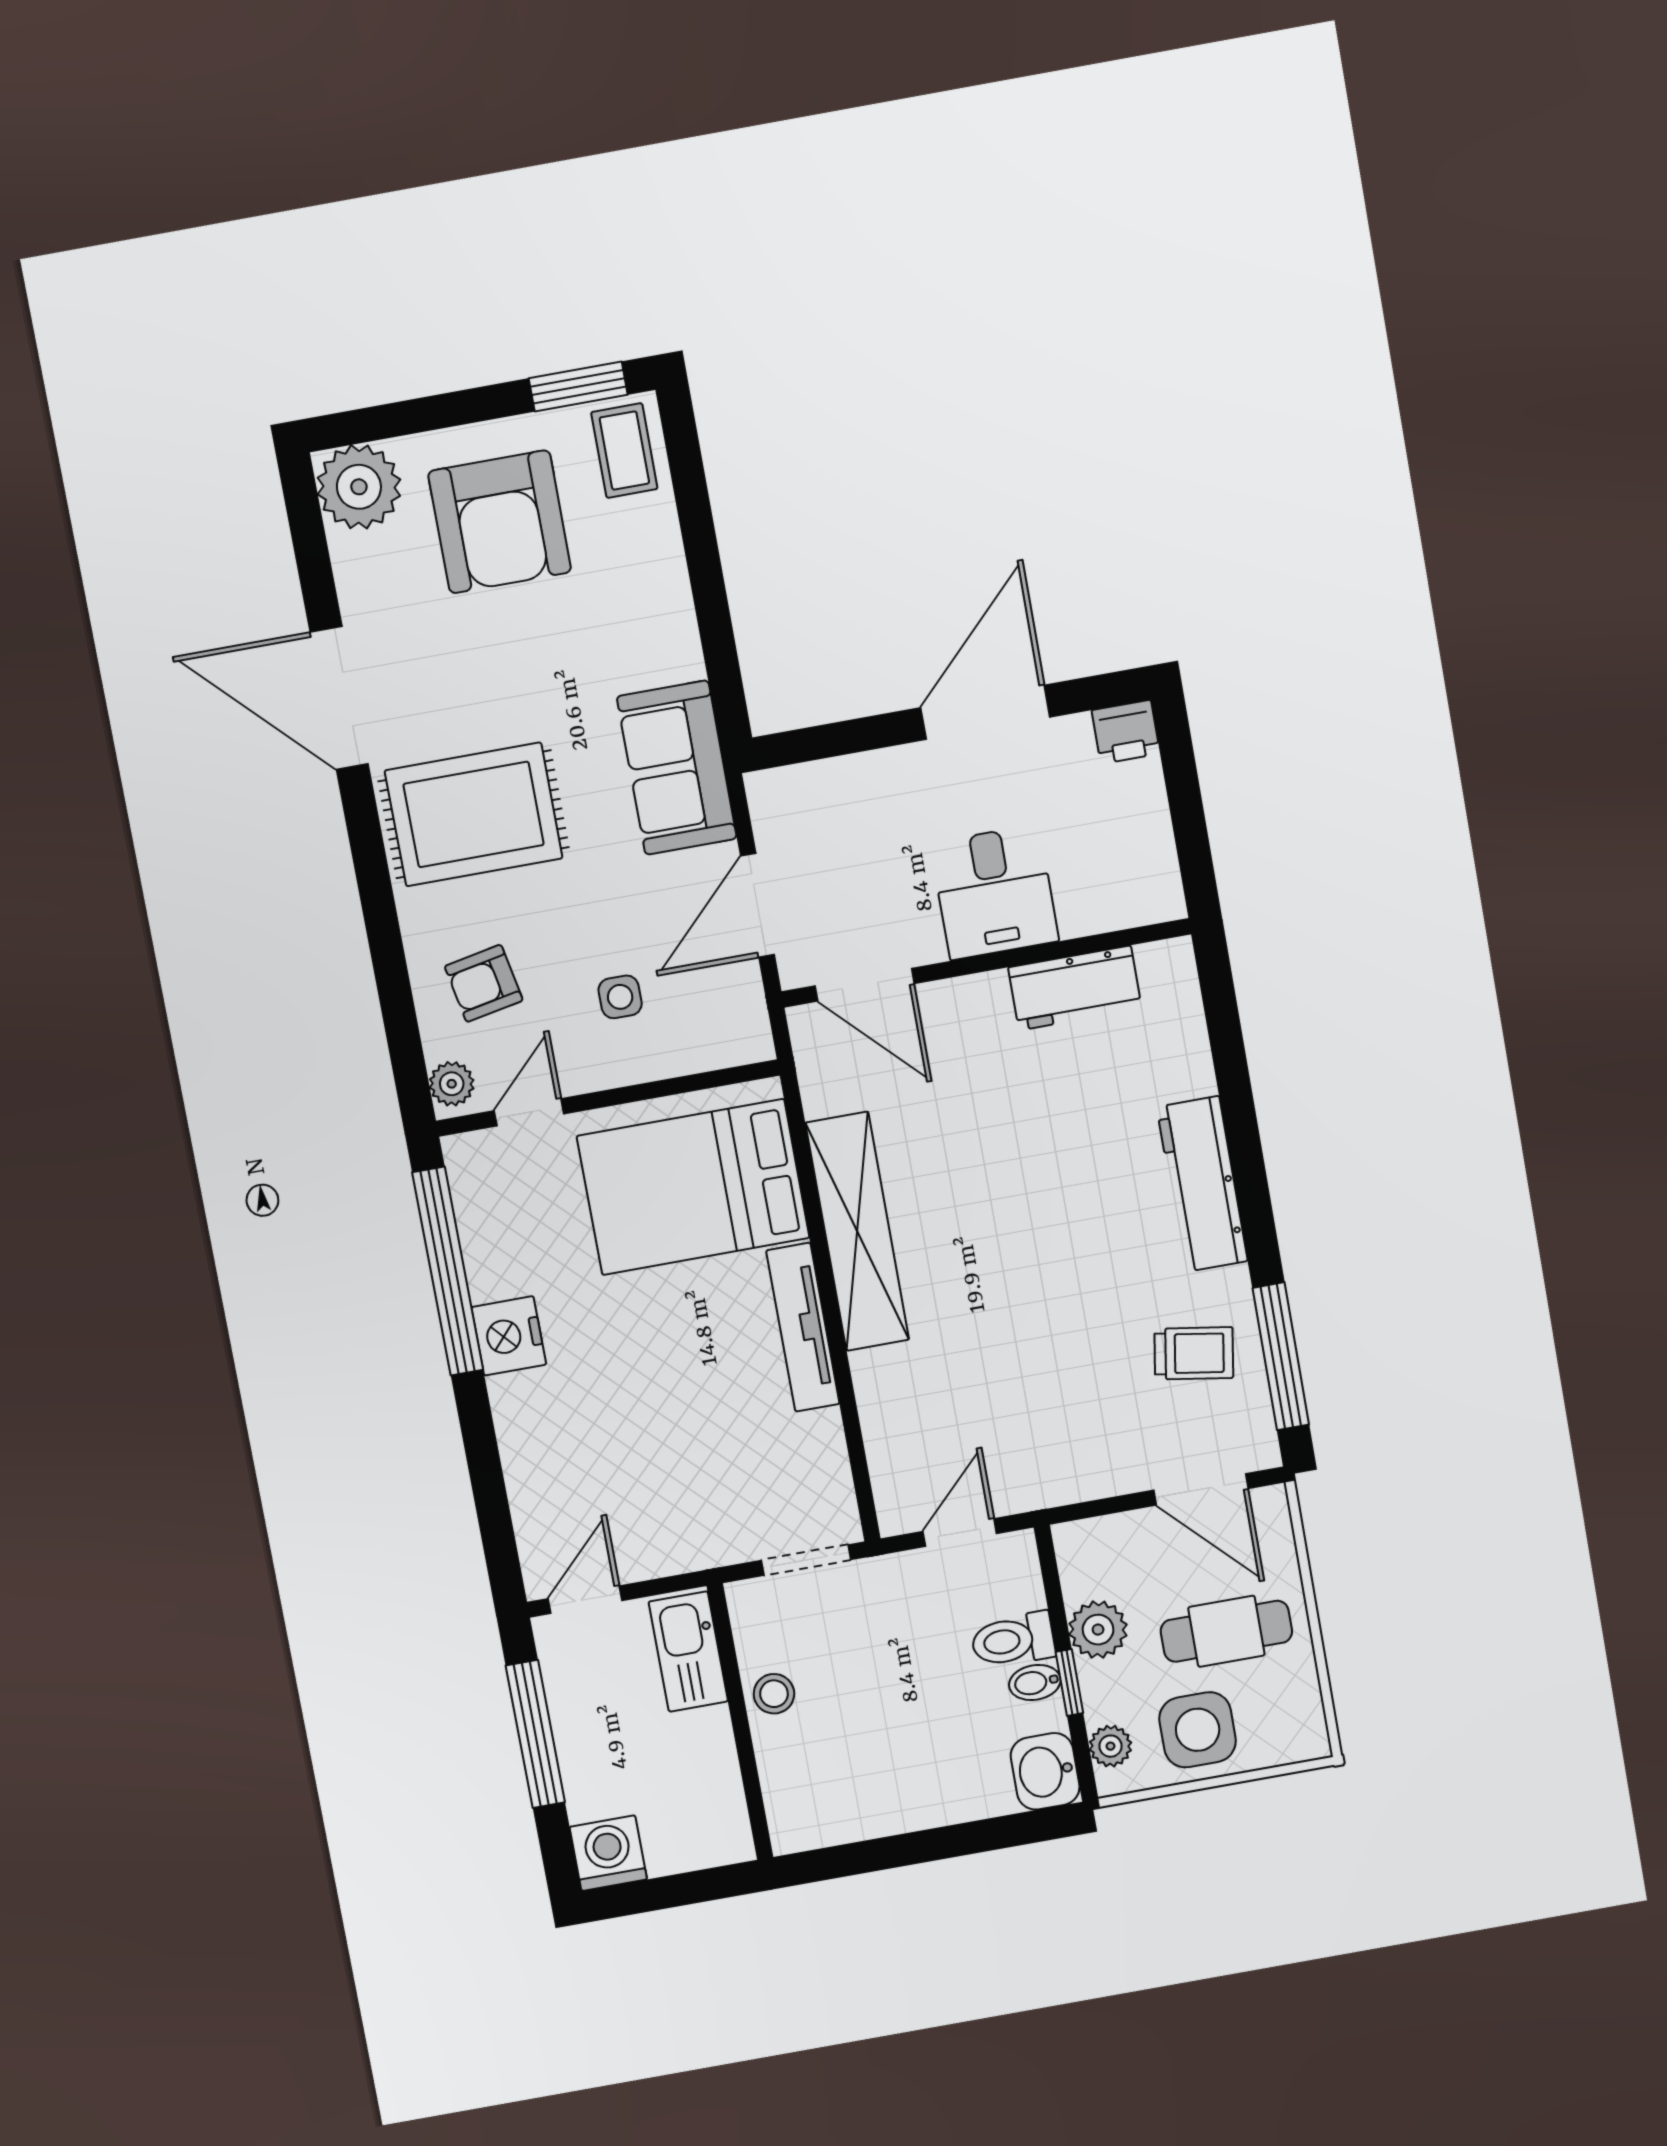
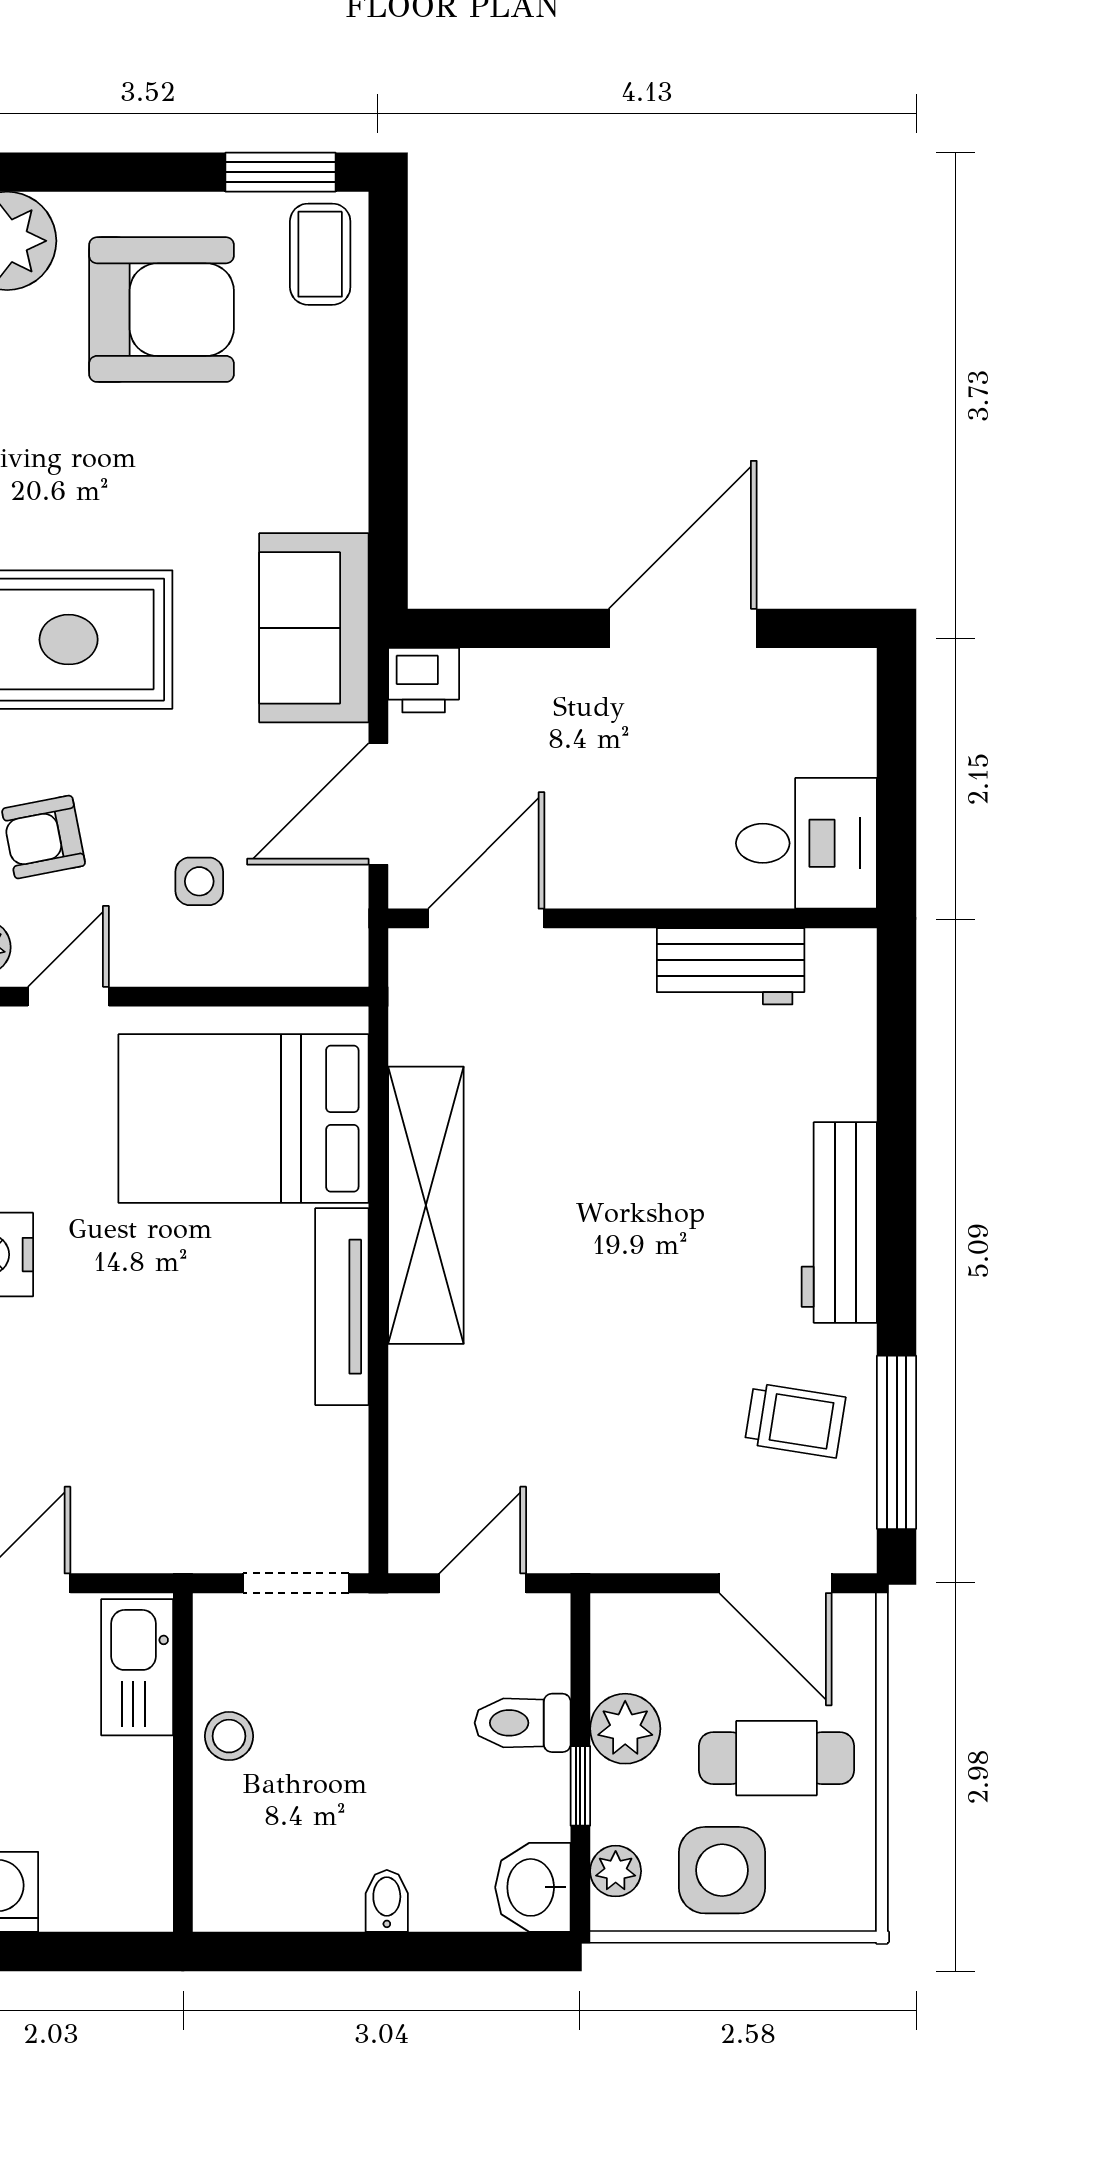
armchair: (500, 522) -> (161, 310), turned -90
printer: (1126, 732) -> (424, 680), moved
desk: (995, 892) -> (806, 843), moved, turned -90
door: (865, 985) -> (486, 918), swing flipped
bidet: (1035, 1682) -> (387, 1901), moved, turned 90

